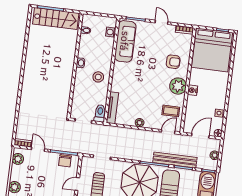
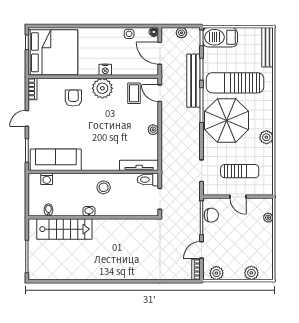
stairs: (56, 19) -> (64, 229), moved, turned 90

